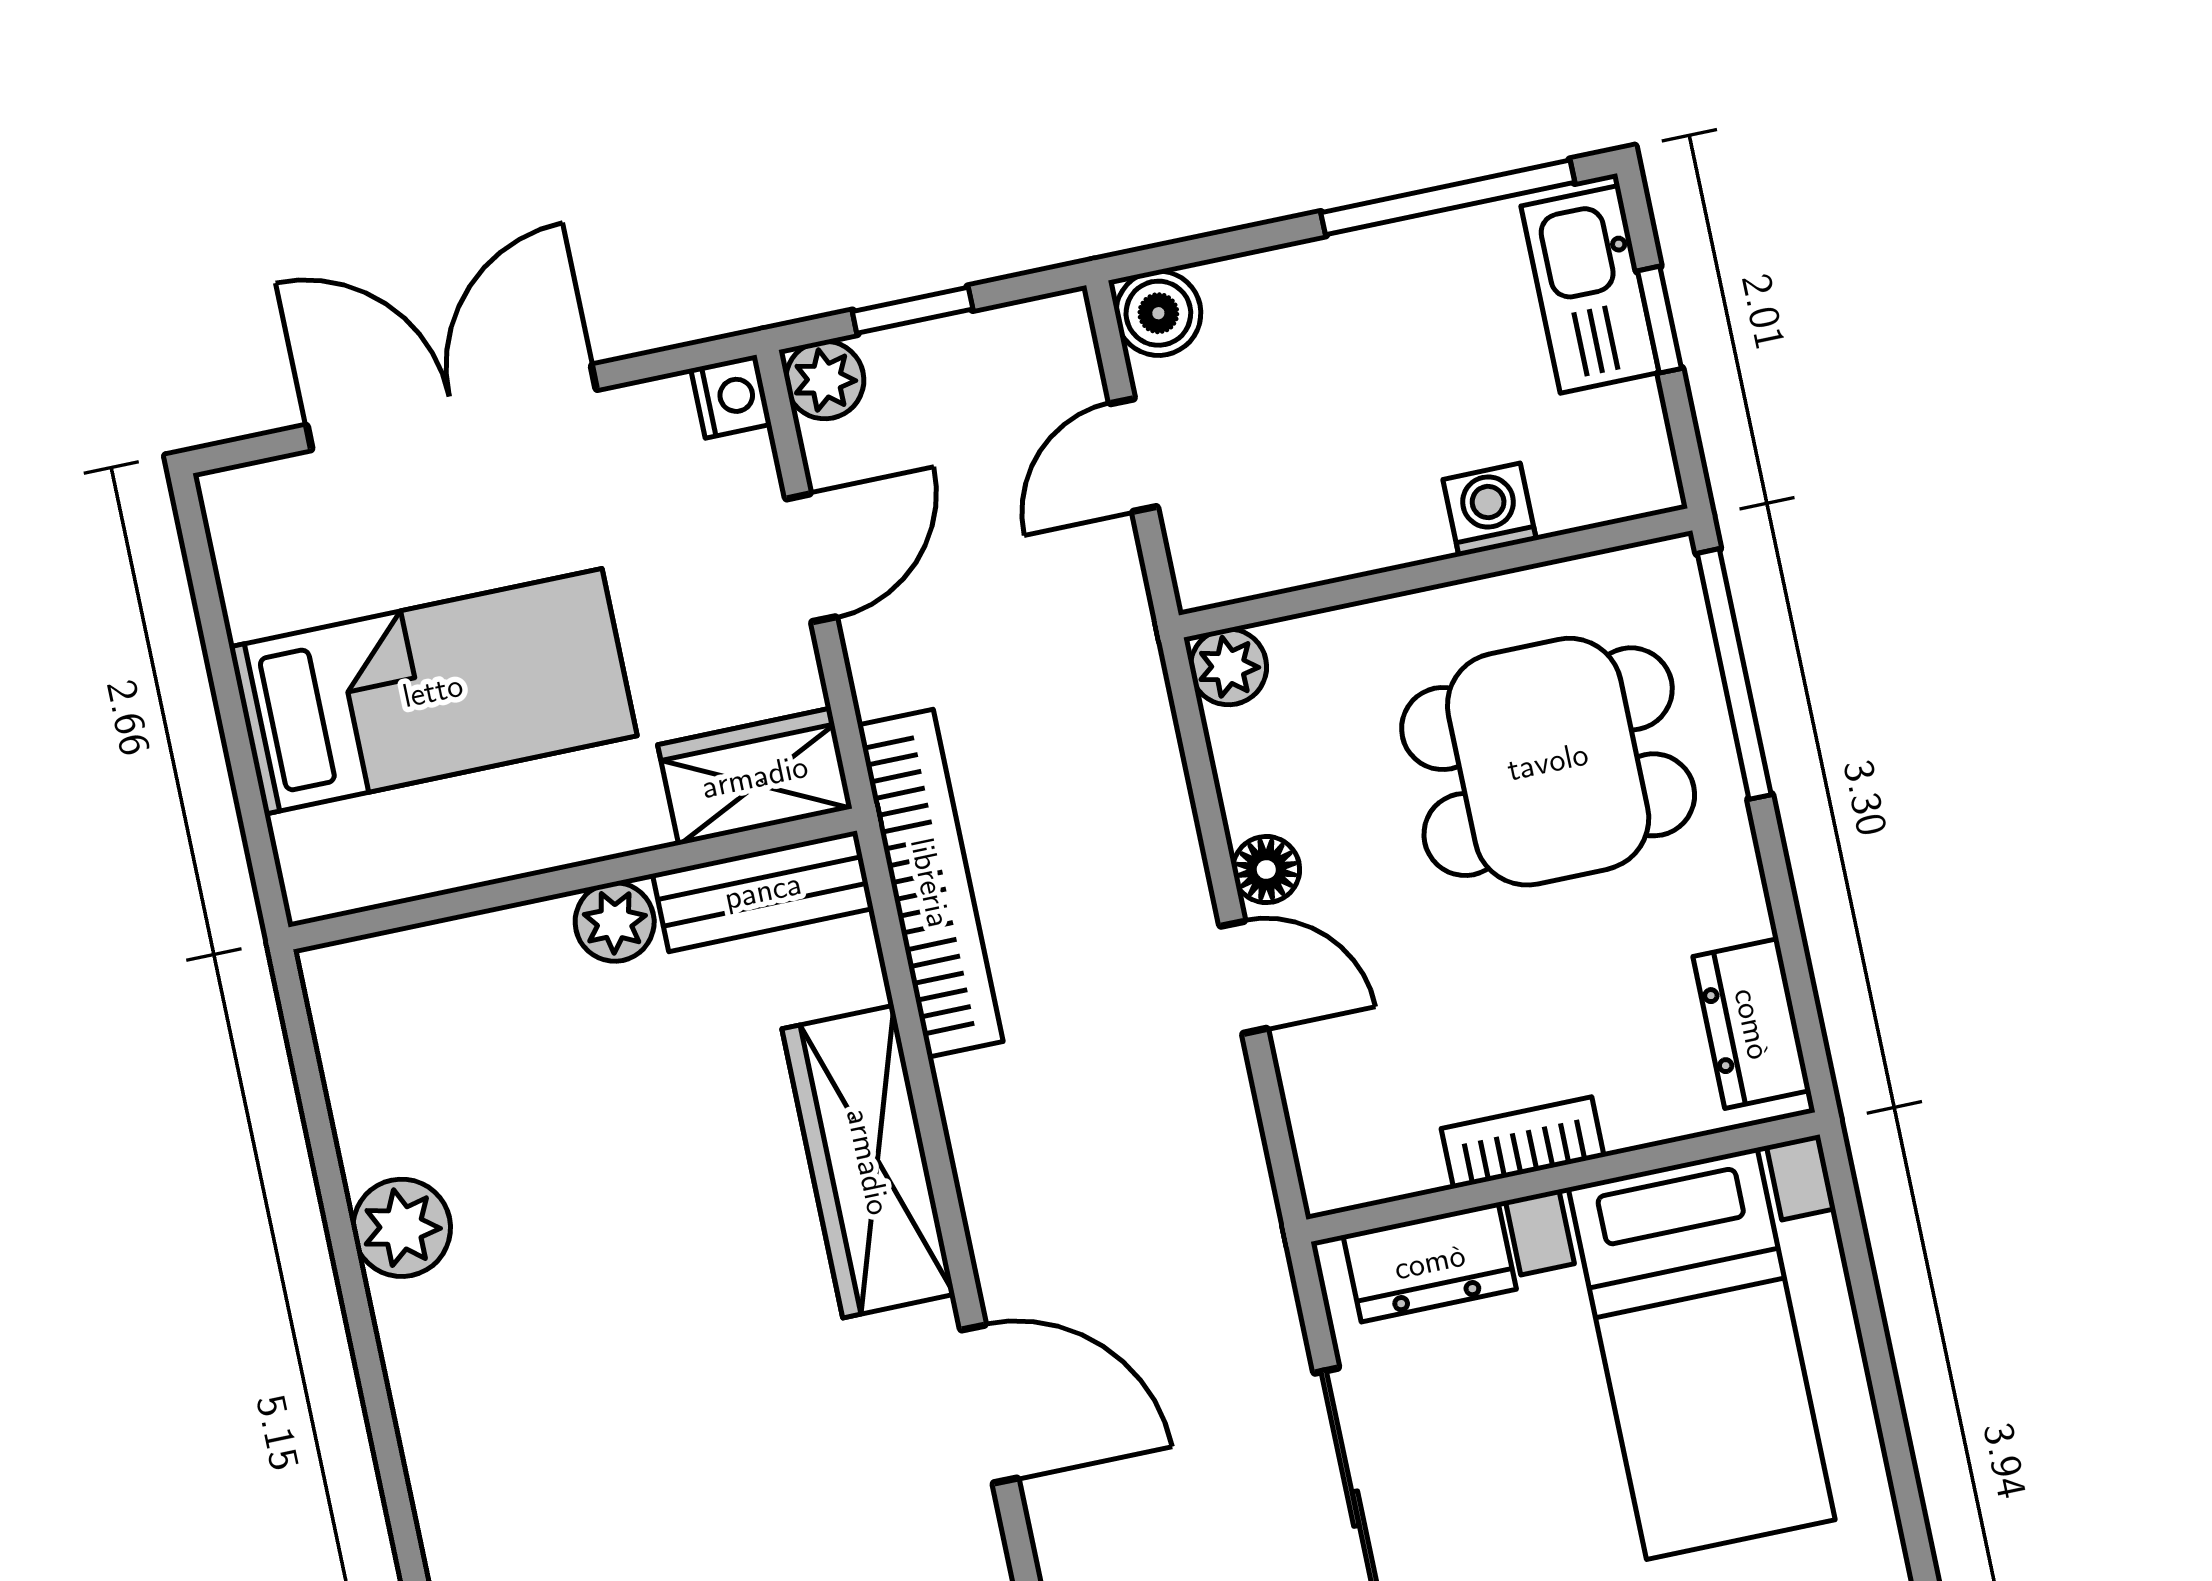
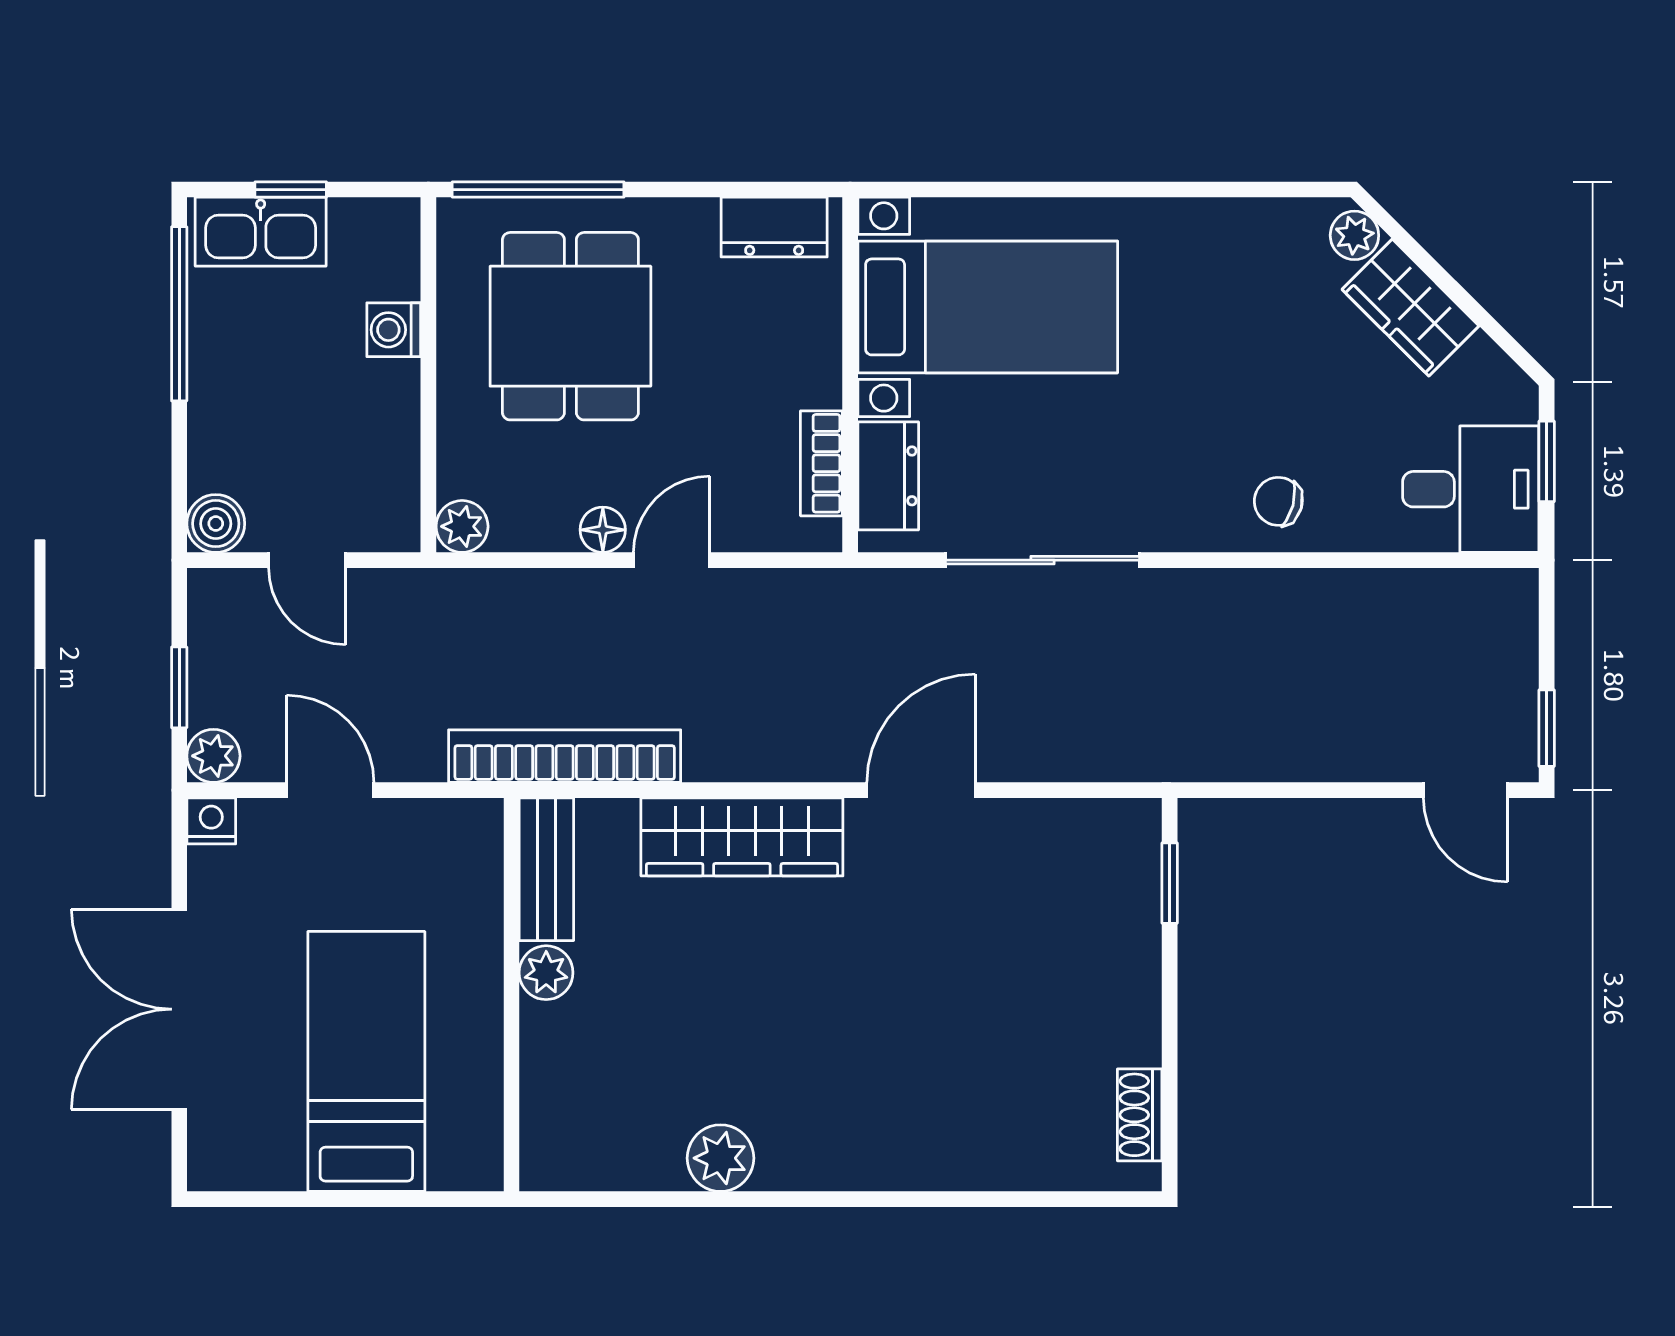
wardrobe: (755, 777) -> (469, 858), removed
bookcase: (1523, 1143) -> (821, 463), moved

